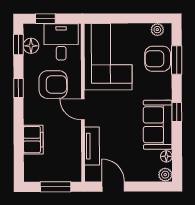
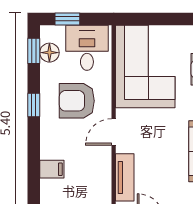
armchair: (53, 85) -> (77, 101), turned 180
door: (83, 109) -> (114, 132), hinge flipped
filing cabinet: (33, 140) -> (52, 169), width x0.50

